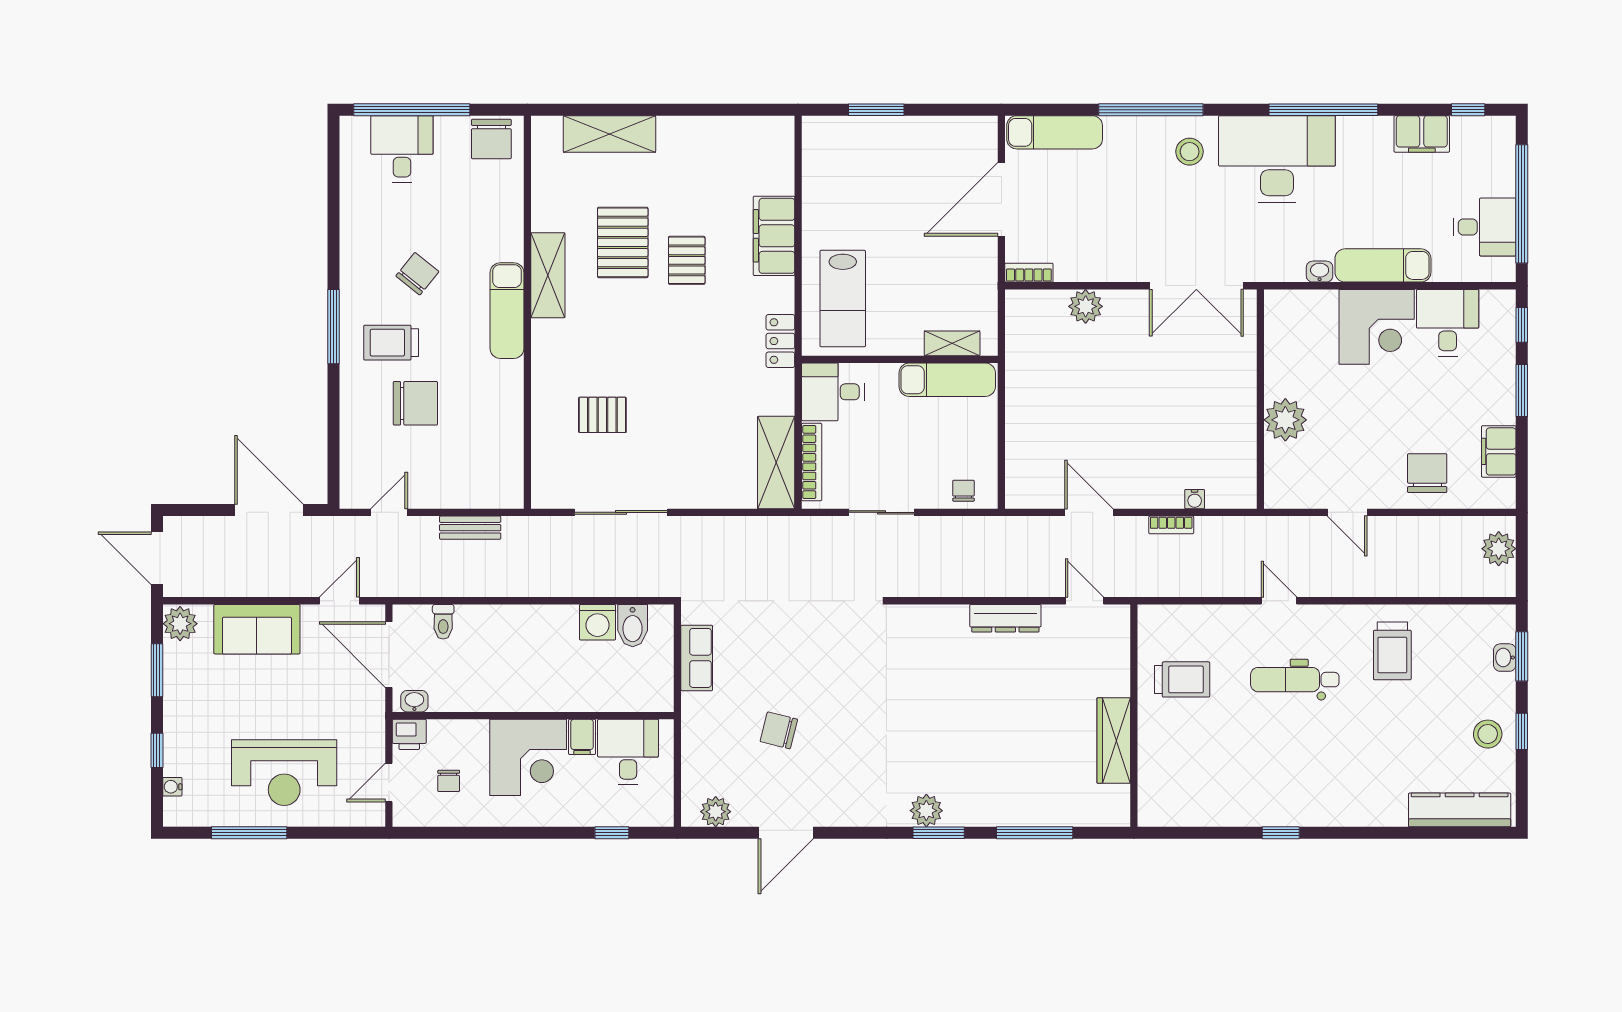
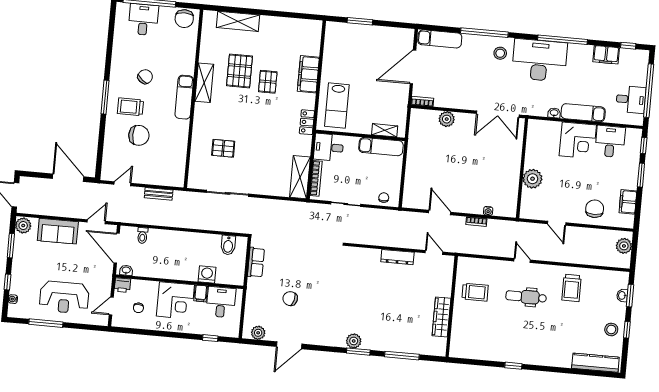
washing machine: (598, 622) -> (207, 274), moved, turned 180

